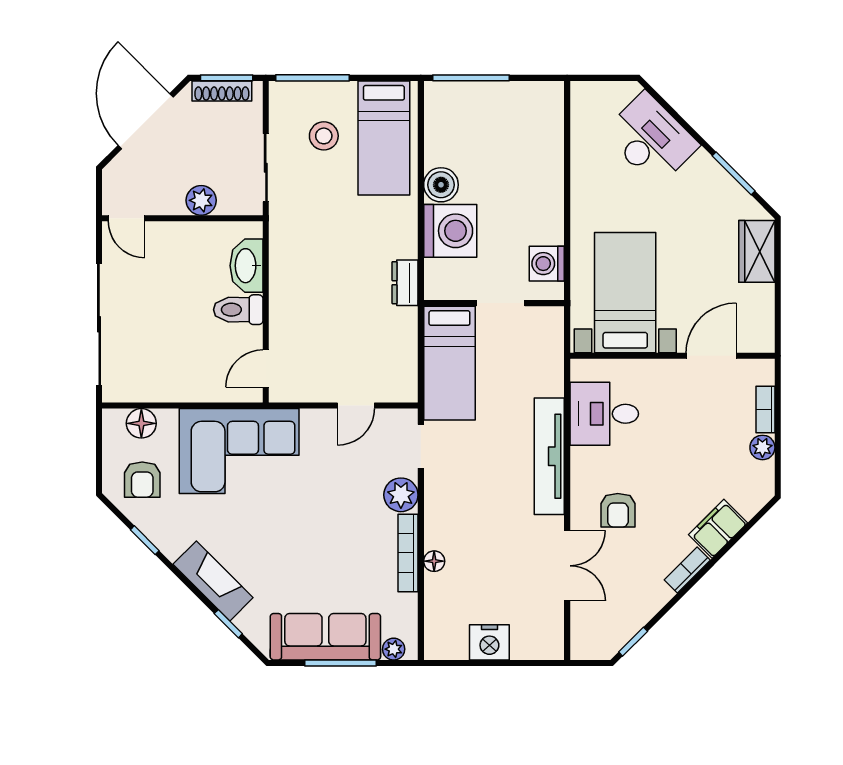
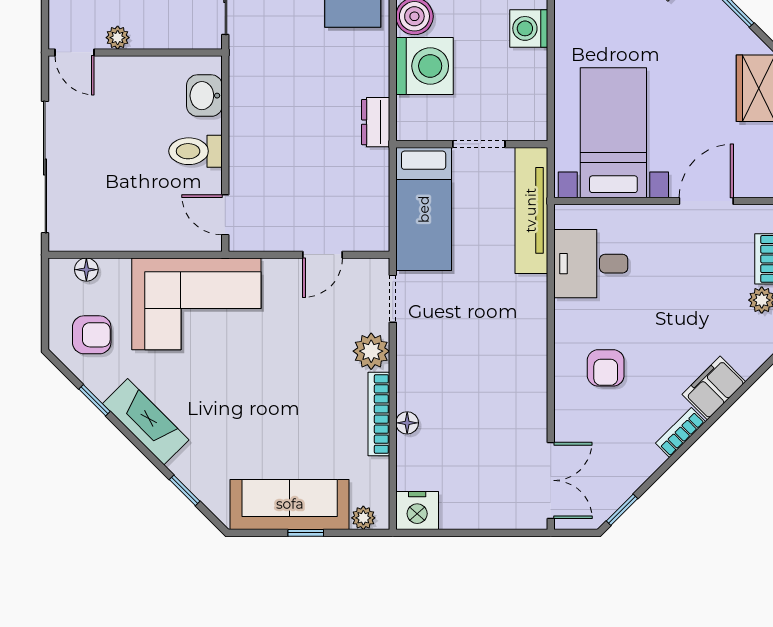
plant: (201, 200) -> (118, 38), moved, width x0.73, depth x0.73
washing machine: (547, 264) -> (529, 28), moved
washbasin: (247, 266) -> (204, 96), width x0.72
door: (266, 369) -> (225, 215), hinge flipped
floor lamp: (141, 423) -> (86, 270), width x0.73, depth x0.73
tv unit: (549, 456) -> (531, 210), moved
armchair: (142, 480) -> (92, 335), turned -90
double door: (567, 566) -> (551, 480), moved
fireplace: (213, 581) -> (146, 422), moved
nightstand: (489, 642) -> (417, 511), moved
window: (340, 663) -> (306, 533), width x0.46

